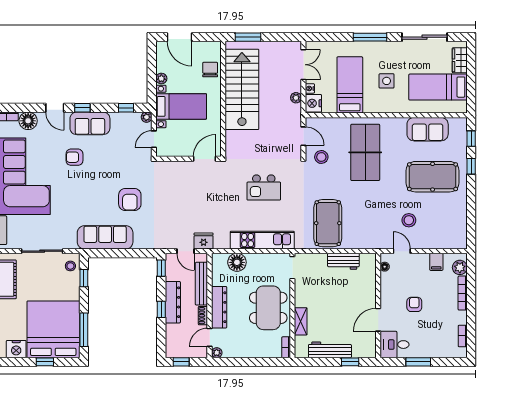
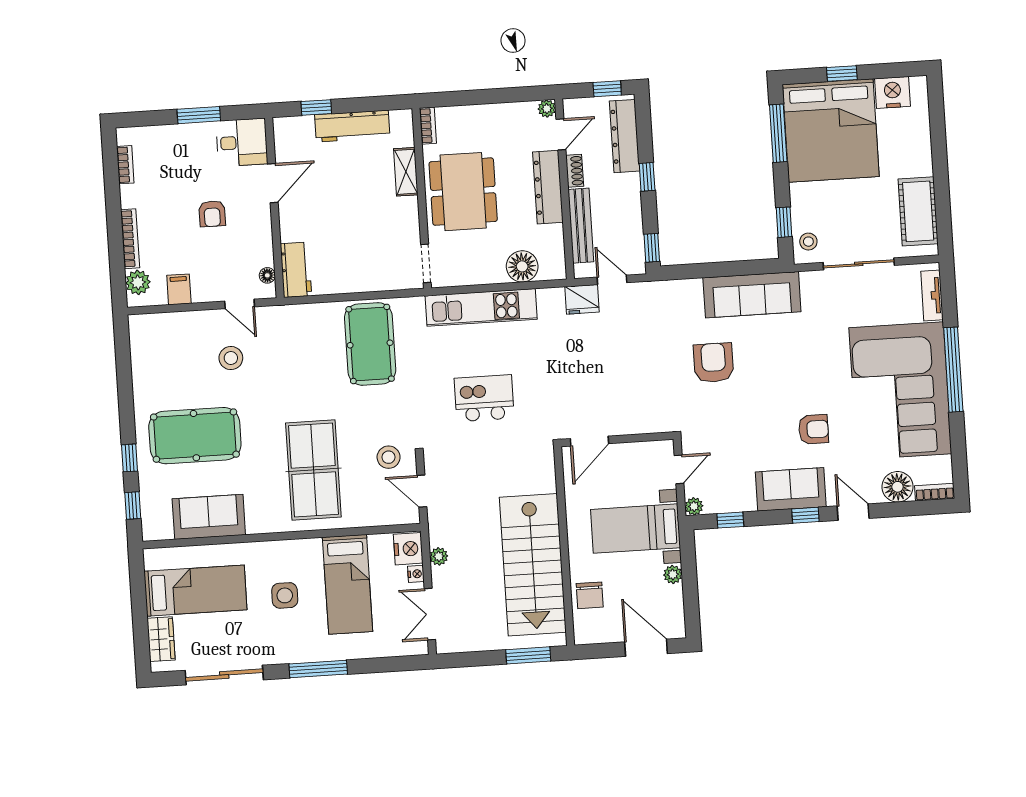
workbench: (343, 261) -> (296, 270), moved, turned 90
dresser: (173, 302) -> (625, 136), moved

